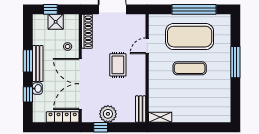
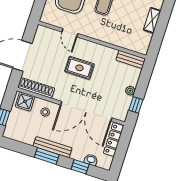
shower: (56, 22) -> (25, 101), moved
washbasin: (37, 88) -> (91, 160), moved
plant: (108, 114) -> (130, 91), width x0.53, depth x0.53
shelving: (160, 117) -> (152, 20), moved

